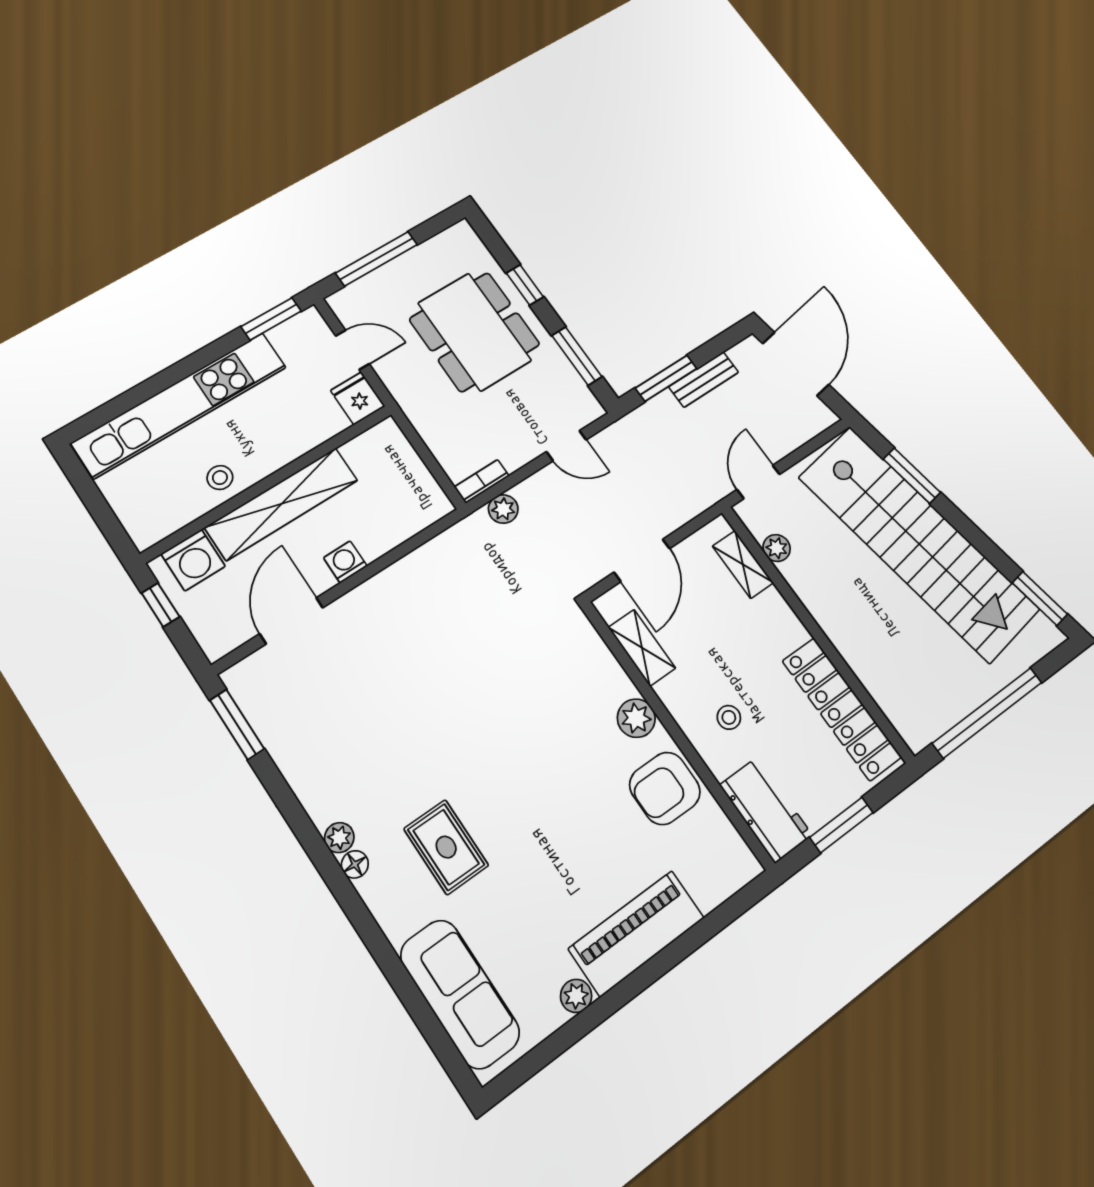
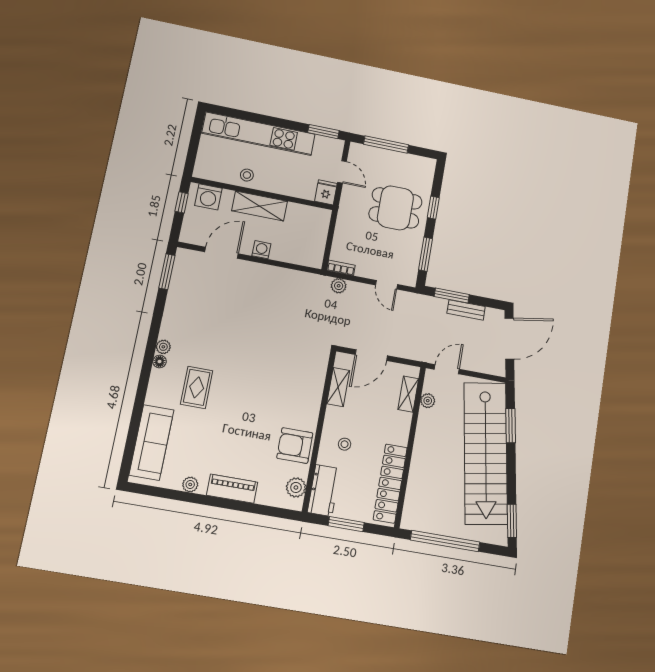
dining table: (475, 332) -> (395, 208), width x0.73
shelving: (282, 504) -> (260, 206), width x0.68
plant: (636, 718) -> (296, 487), moved
piano: (637, 933) -> (232, 489), width x0.73, depth x0.75

